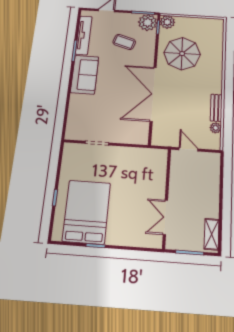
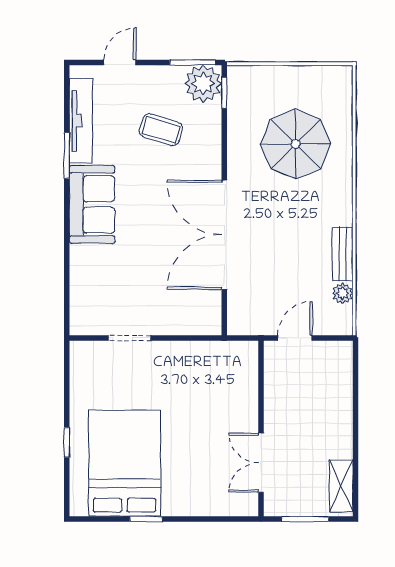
plant: (167, 22) -> (242, 80), removed
parasol: (182, 54) -> (296, 144), moved
door: (188, 149) -> (295, 338), hinge flipped

